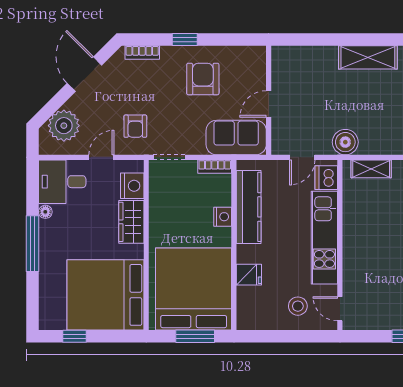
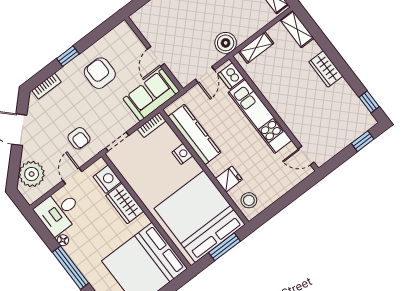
stool: (298, 306) -> (249, 200), moved

